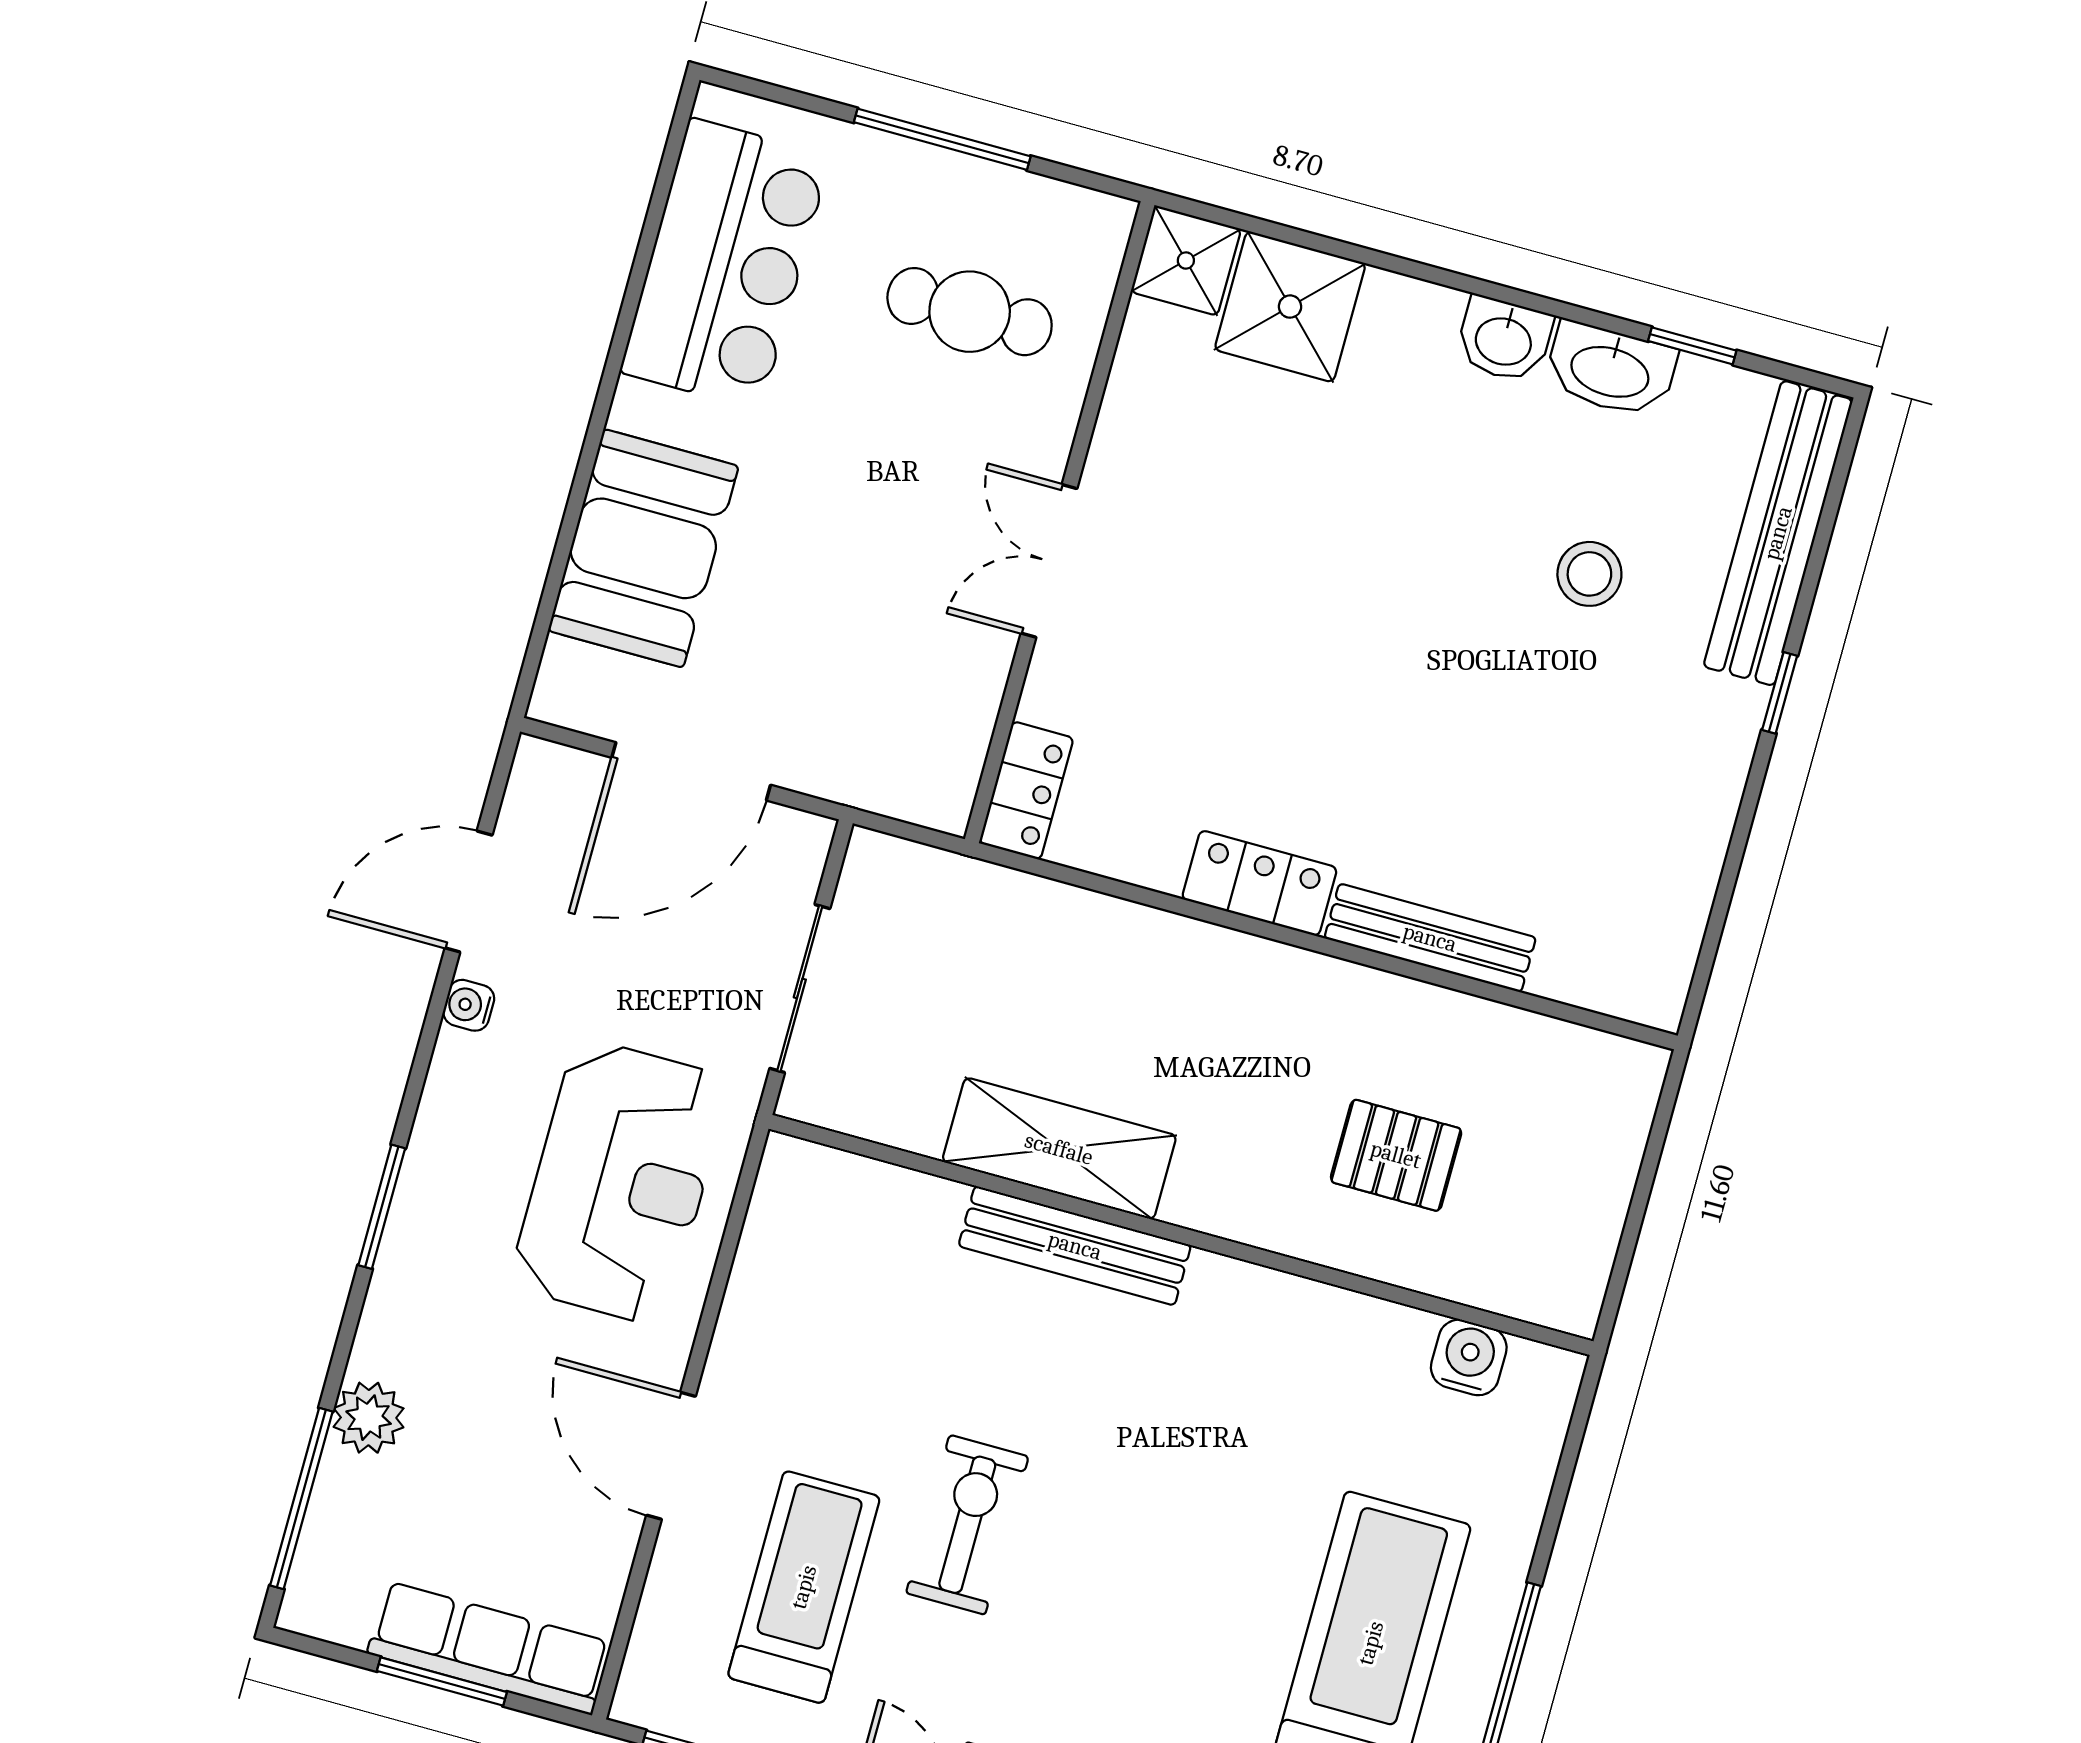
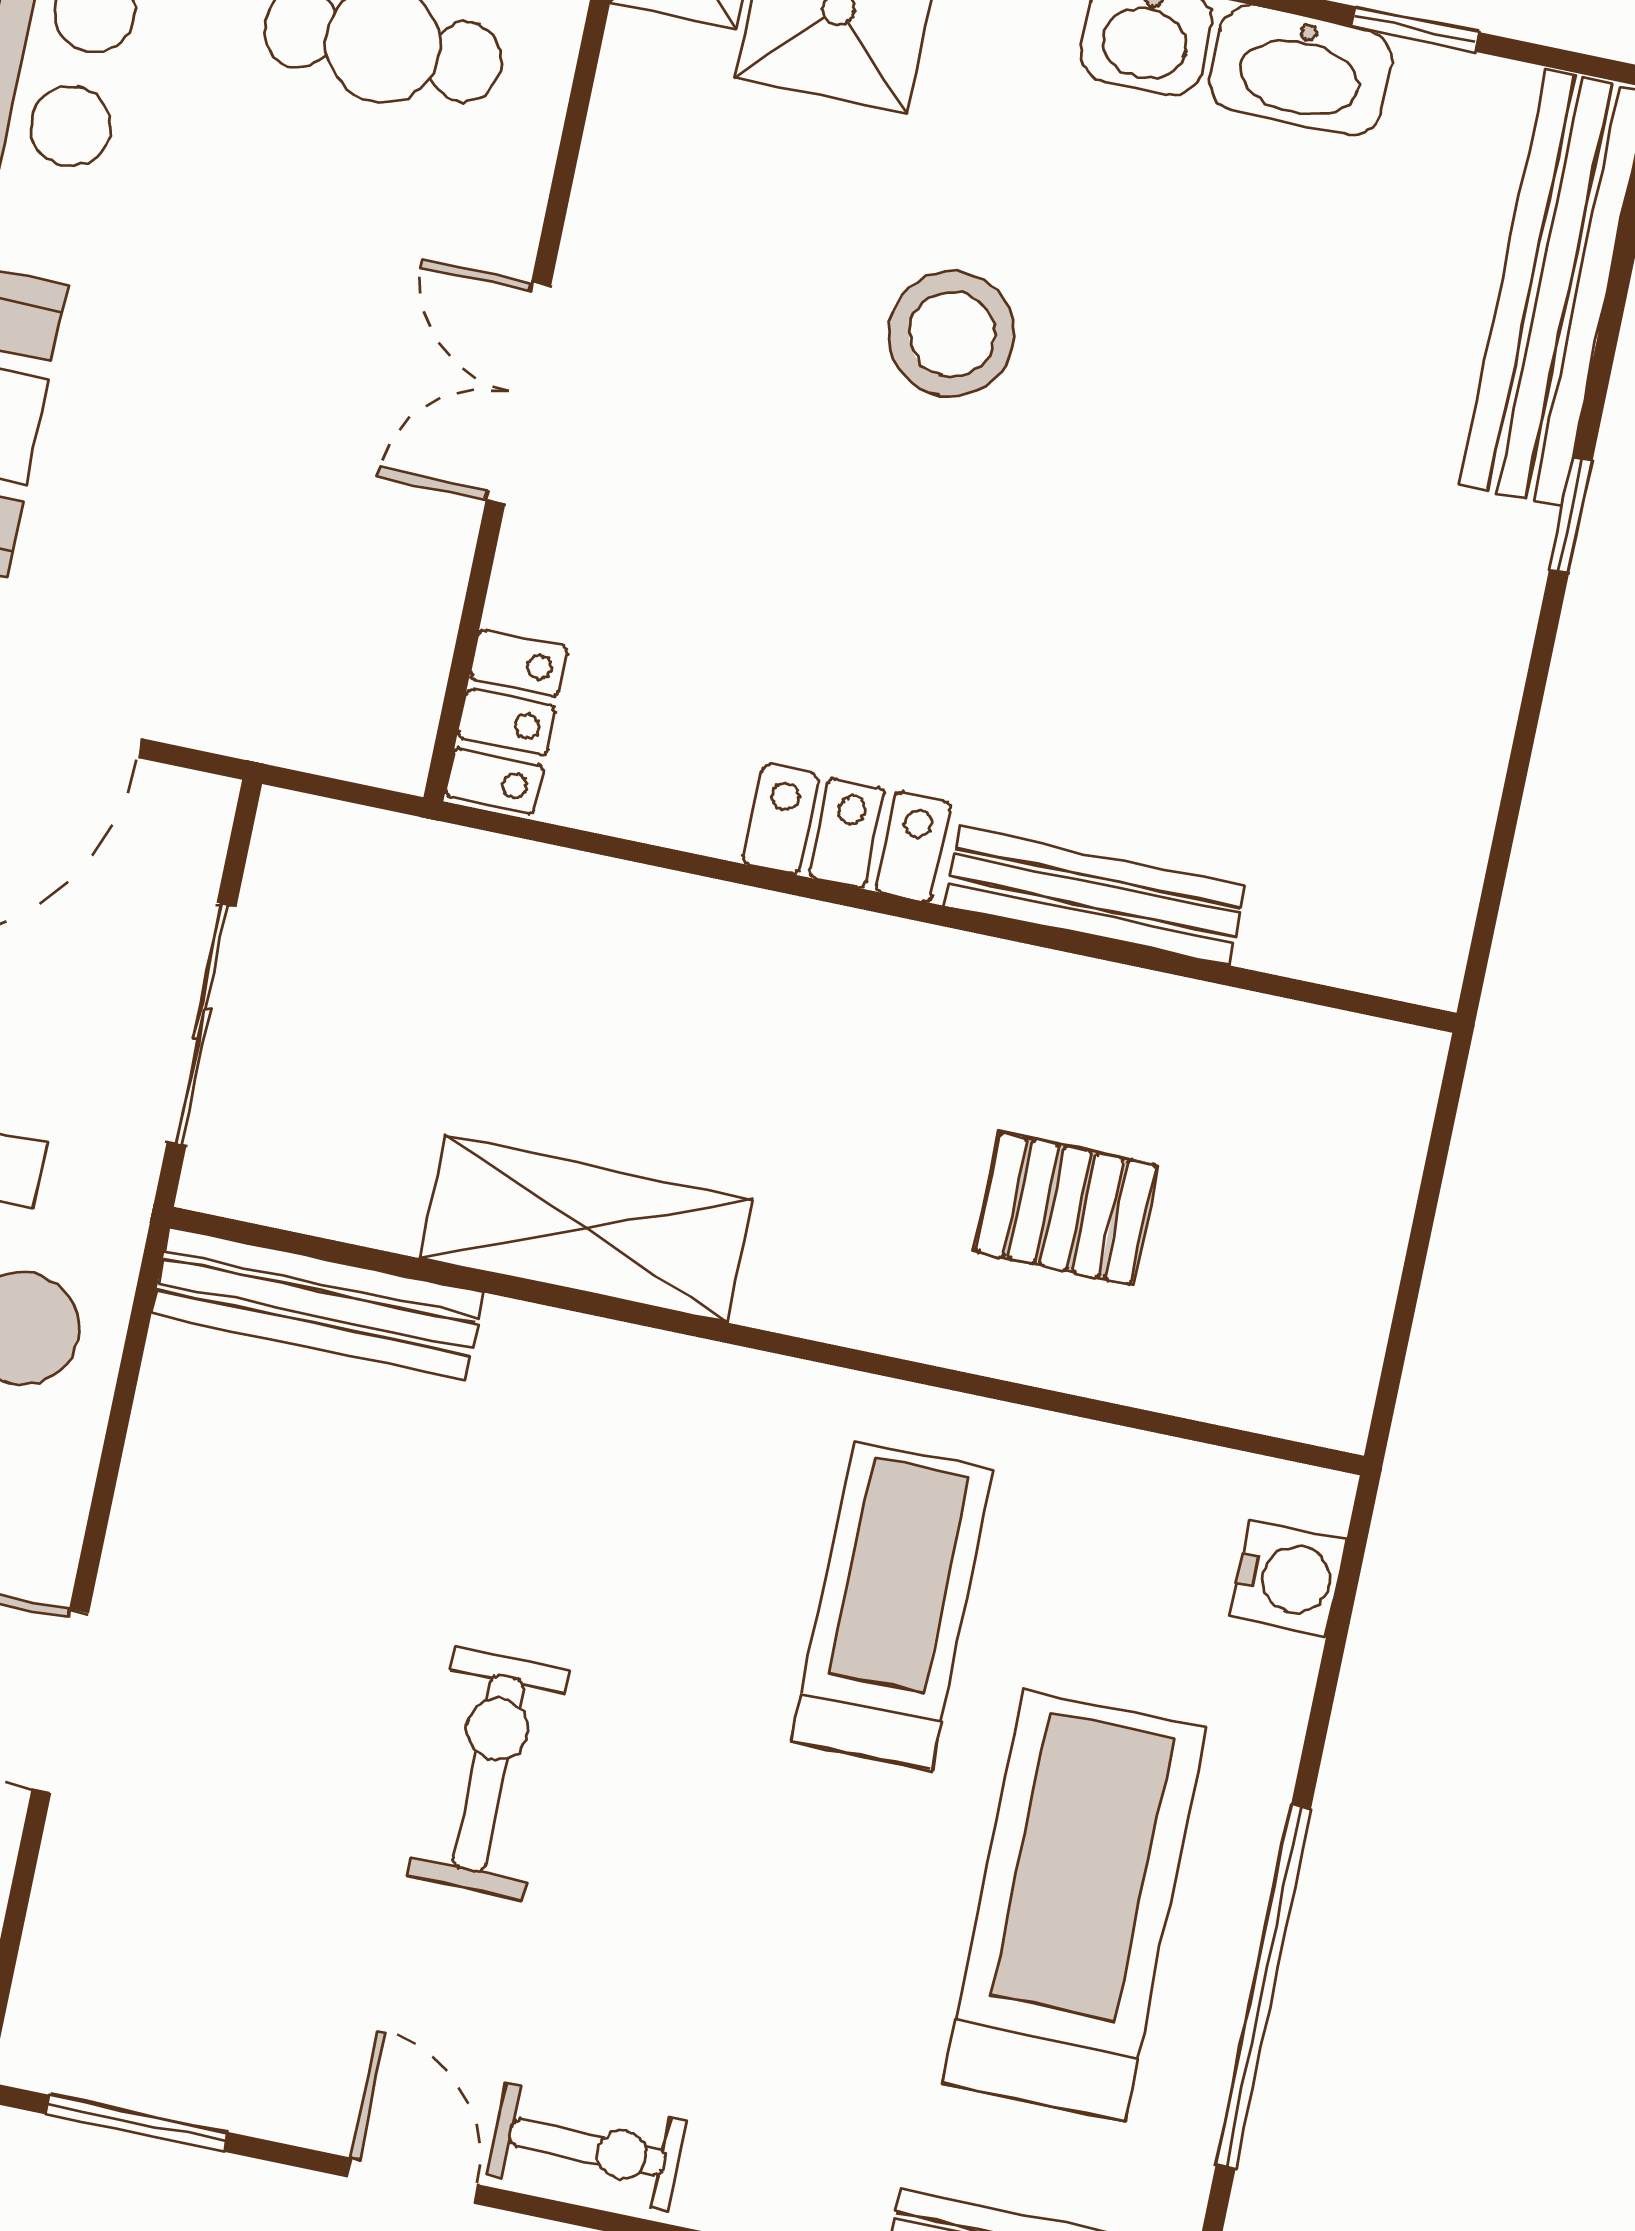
stool: (1589, 574) -> (952, 334), moved, width x1.38, depth x1.38
bench: (1075, 1246) -> (317, 1303), moved
water cooler: (1469, 1357) -> (1288, 1578), moved, turned 90
treadmill: (804, 1587) -> (893, 1605), moved

